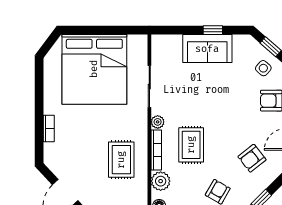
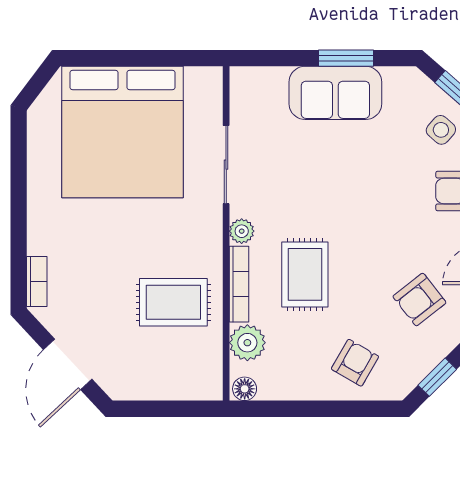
window: (213, 30) -> (346, 58), width x1.50
bookcase: (49, 128) -> (37, 281), moved
rug: (121, 160) -> (173, 302), turned 90

